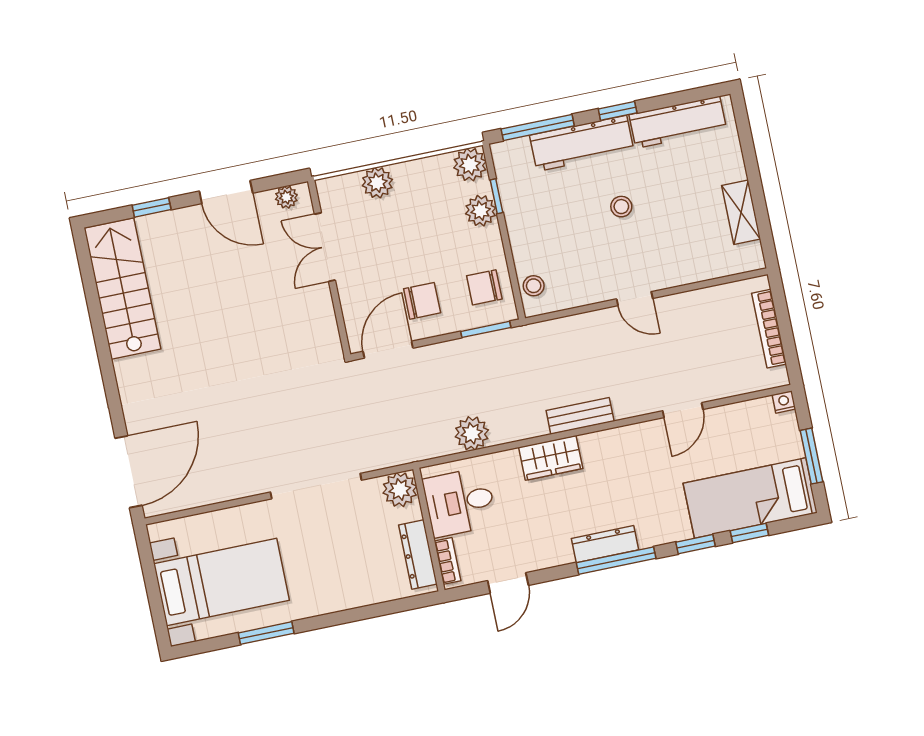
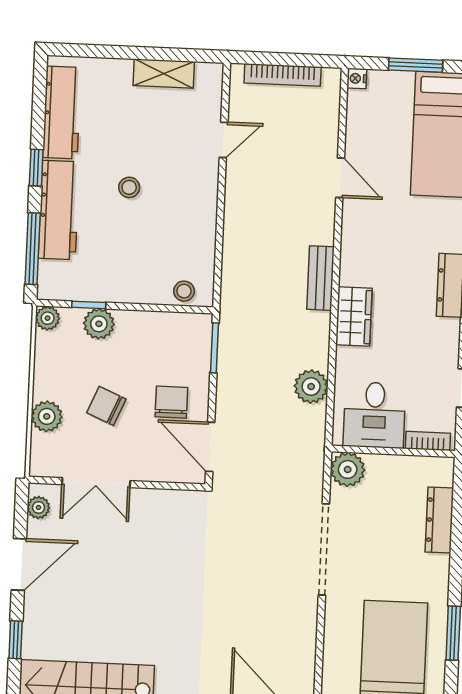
plant: (470, 165) -> (48, 318), width x0.73, depth x0.73
chair: (484, 287) -> (106, 406), moved, turned 113
door: (635, 299) -> (224, 140), moved
dresser: (418, 555) -> (439, 520), moved, turned 90

